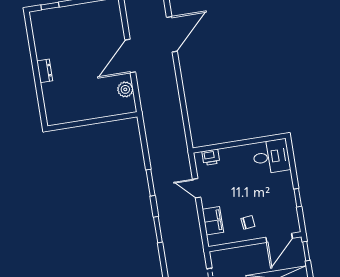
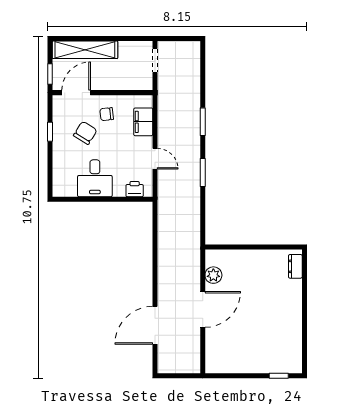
dresser: (45, 71) -> (295, 266), moved
desk: (271, 157) -> (95, 178), moved, turned -90
chair: (265, 202) -> (85, 133), added

